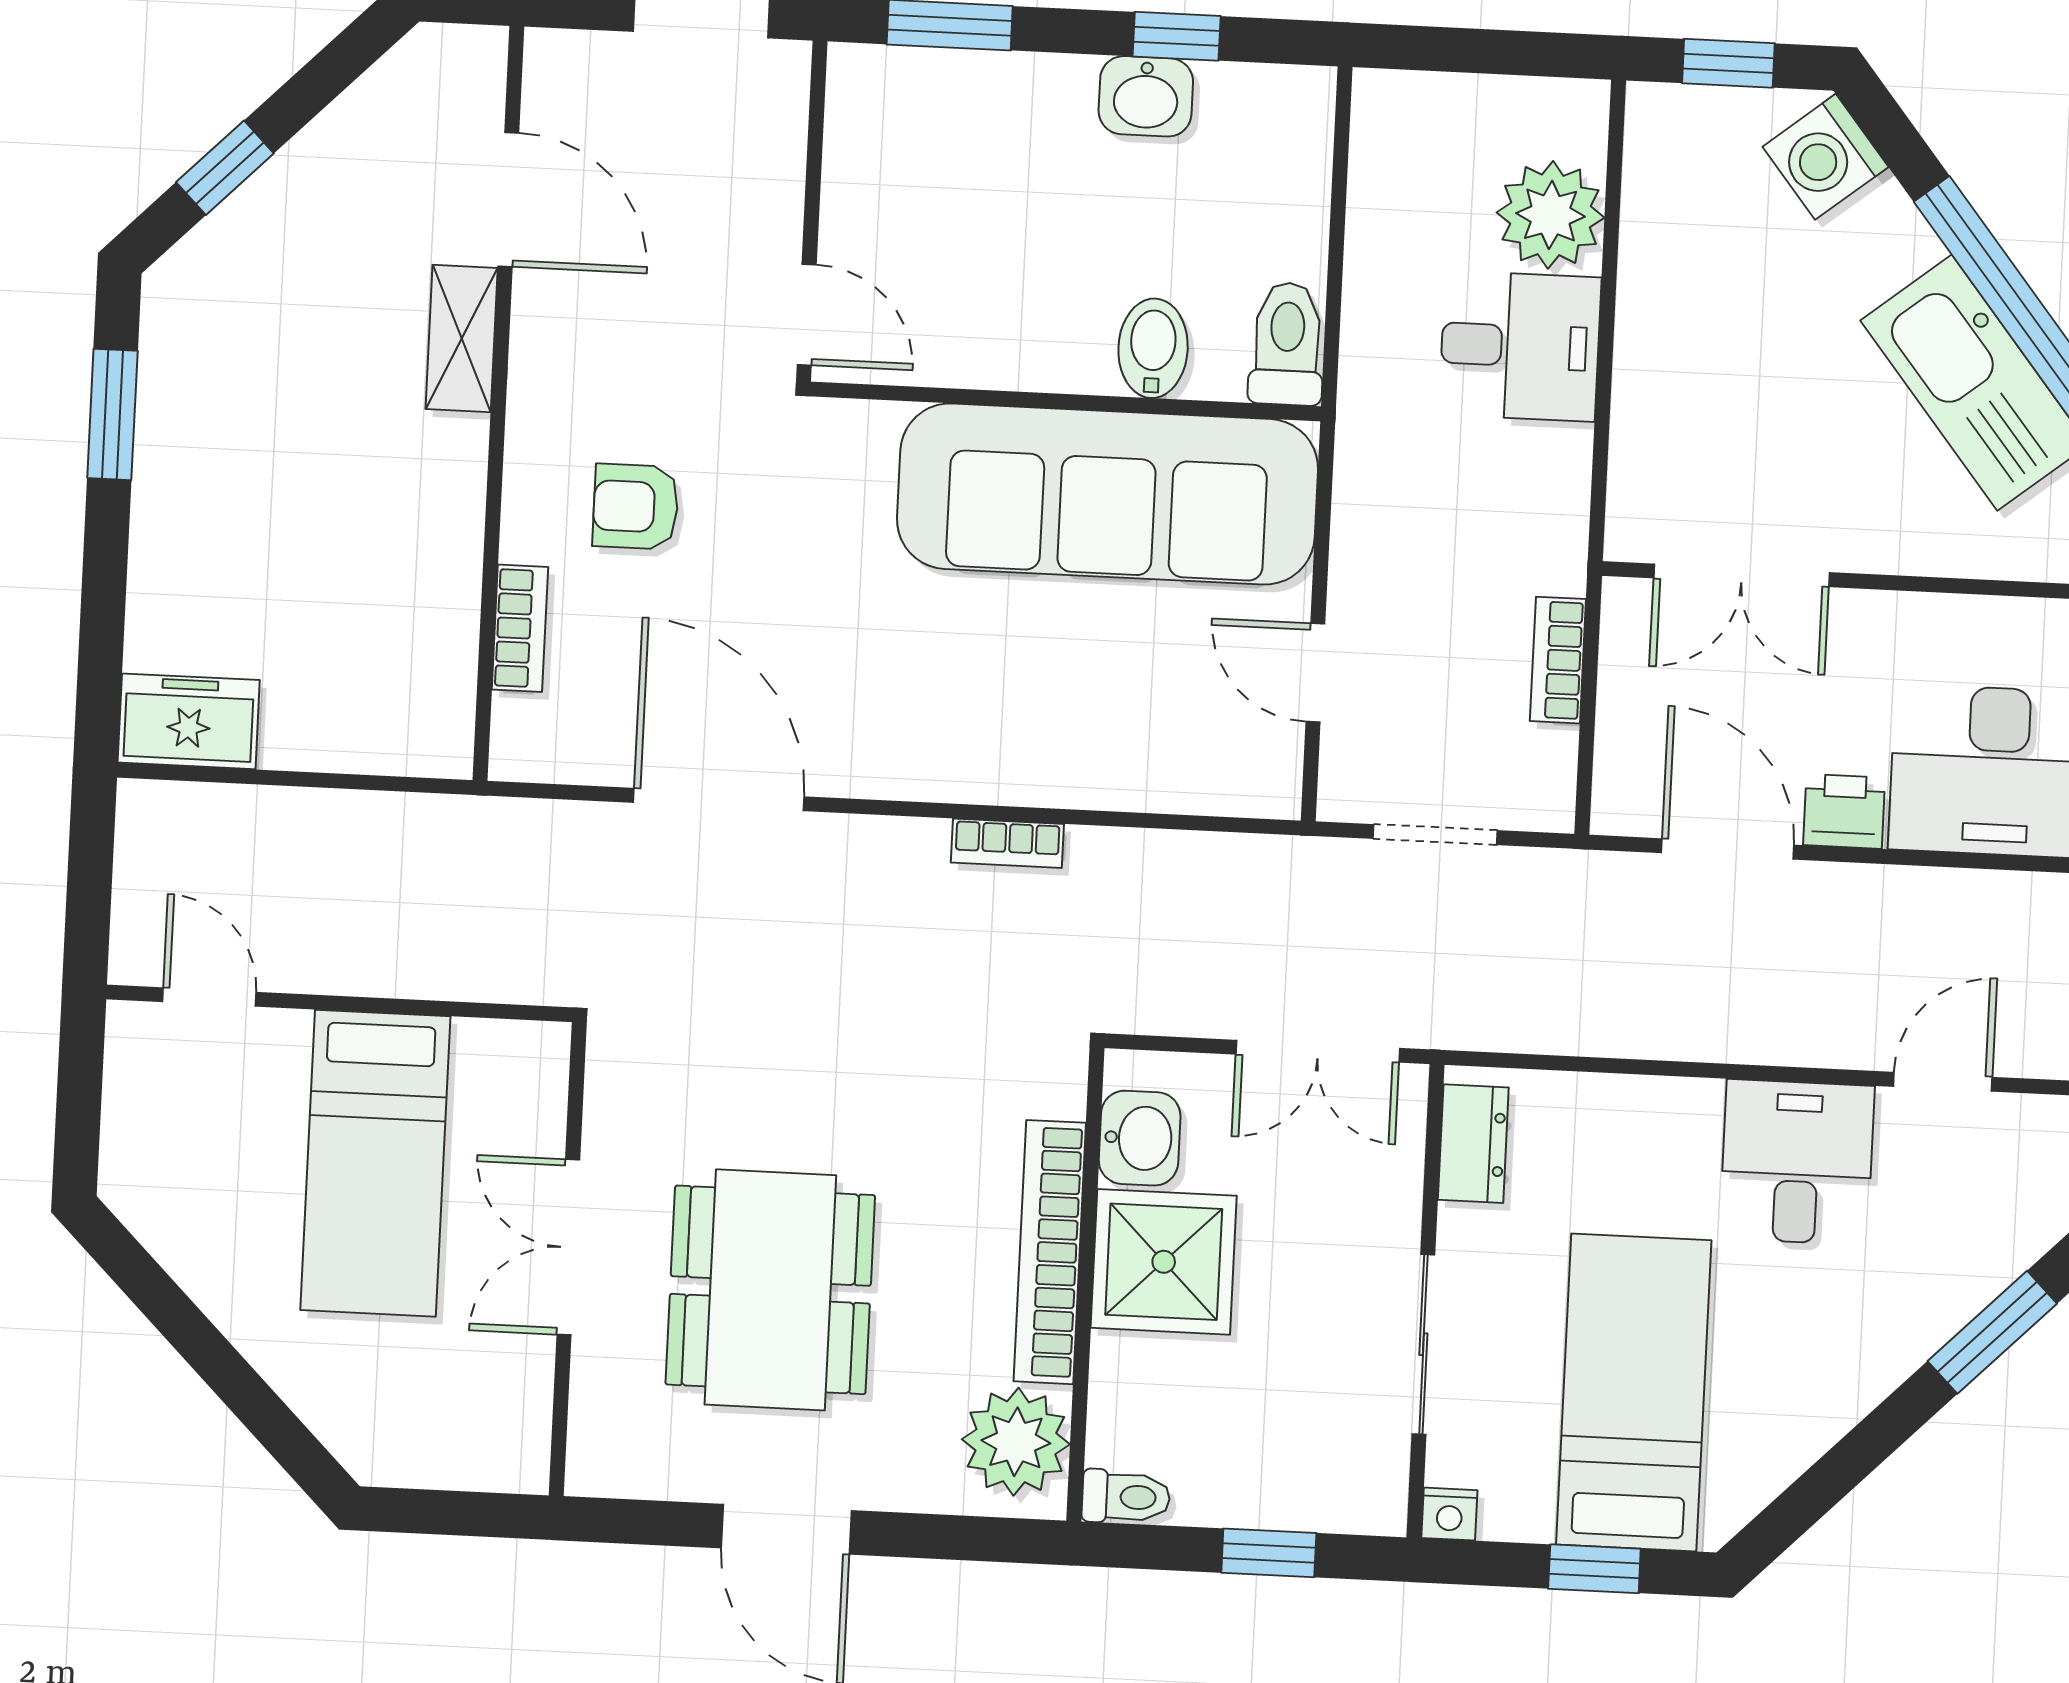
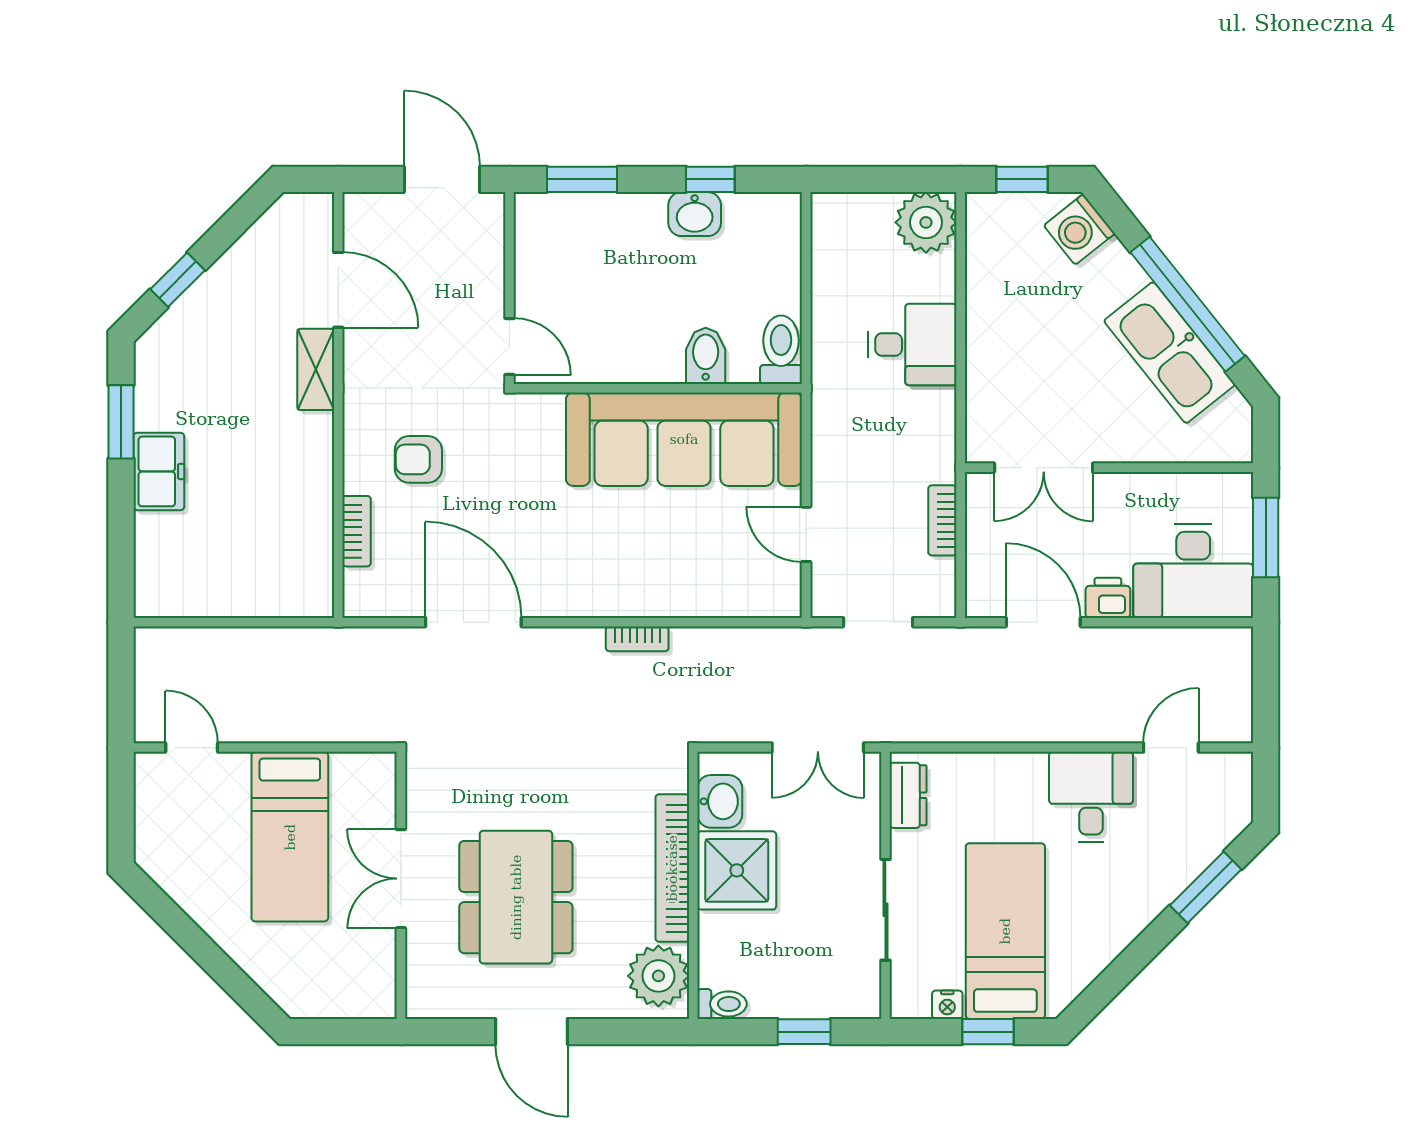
plant: (1551, 215) -> (926, 222), moved
freezer: (189, 721) -> (159, 471), moved, turned 90
nightstand: (1449, 1514) -> (947, 1005), moved

